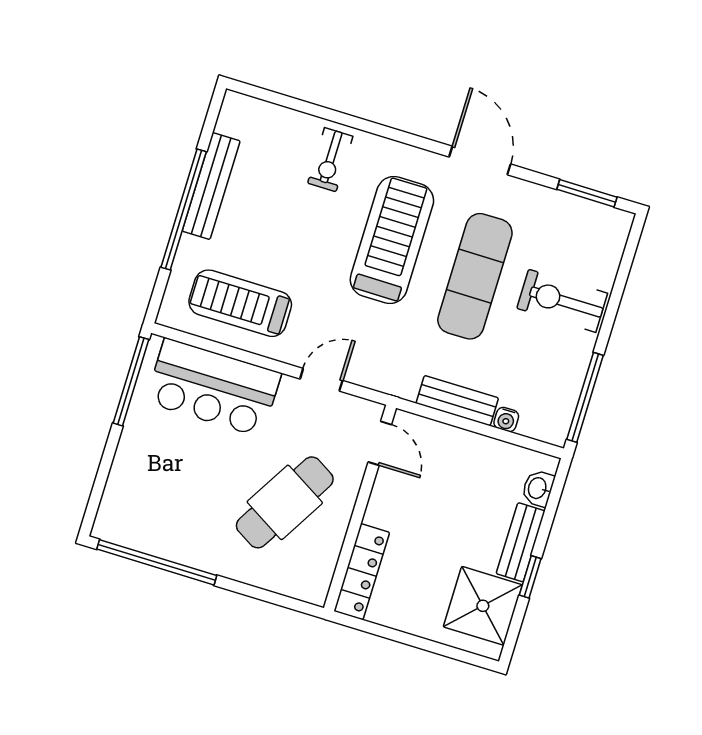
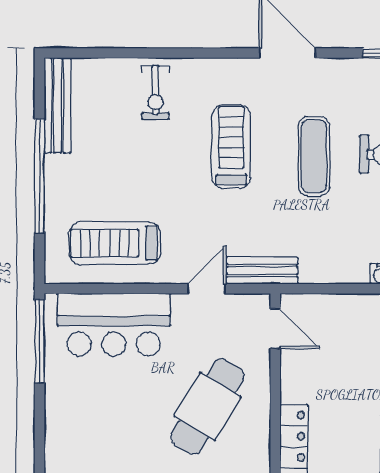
bench: (211, 186) -> (58, 105), moved
treadmill: (392, 240) -> (231, 147), width x0.73, depth x0.73
exercise mat: (475, 276) -> (314, 156), width x0.73, depth x0.69
bench: (457, 401) -> (262, 270), moved

